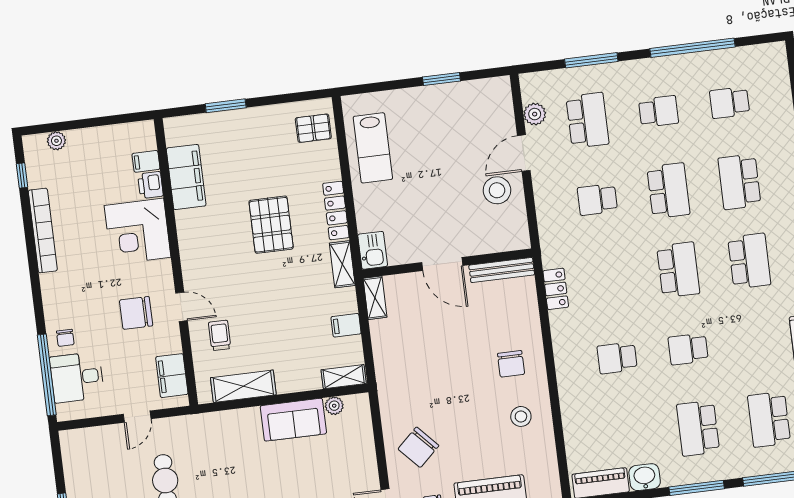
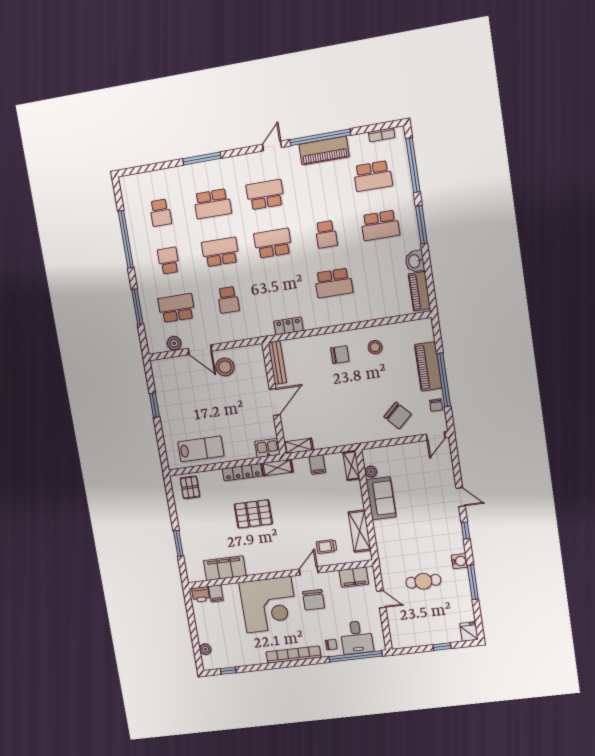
printer: (150, 185) -> (201, 594), moved
bookcase: (43, 231) -> (293, 655), moved
corner desk: (138, 231) -> (269, 605), width x1.36, depth x1.36
school desk: (617, 358) -> (334, 283), width x1.85

